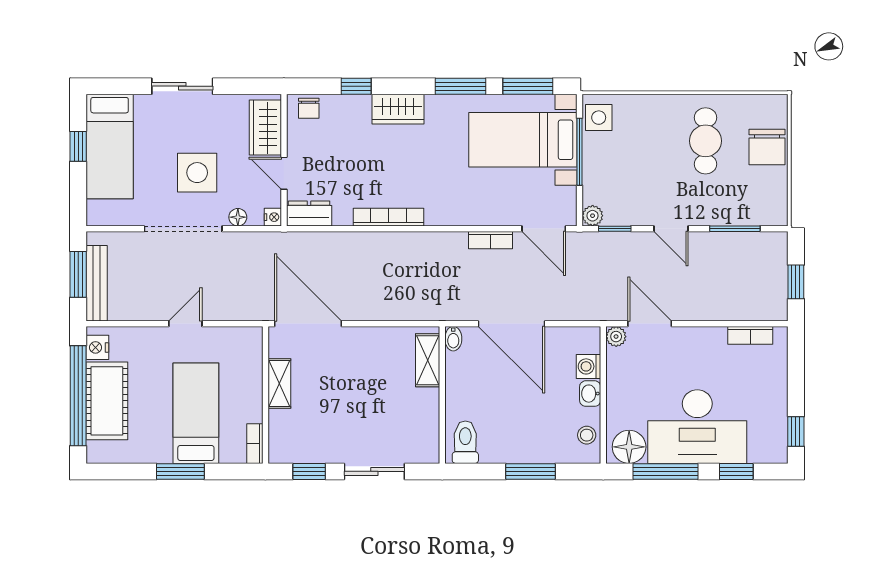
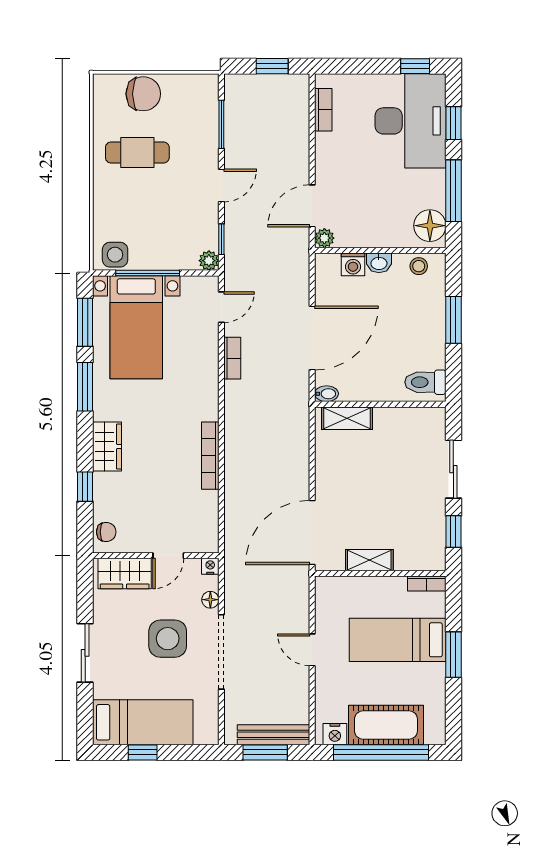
dresser: (309, 213) -> (207, 532), removed
door: (544, 229) -> (221, 307), width x0.73
desk: (697, 427) -> (411, 121), moved

